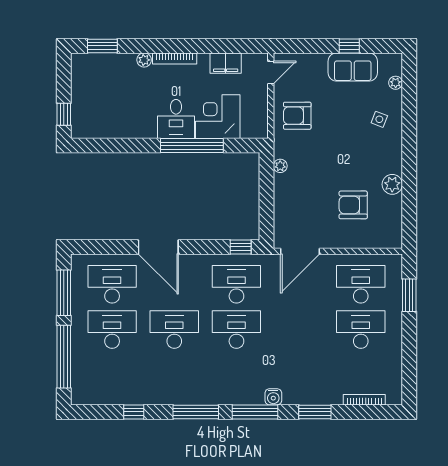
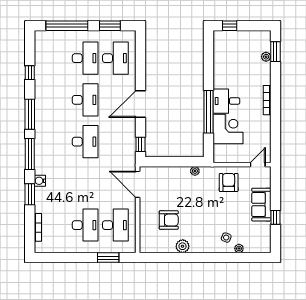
plant: (144, 60) -> (266, 57), moved
filing cabinet: (226, 63) -> (264, 134), removed
sofa: (353, 67) -> (261, 205), moved
door: (271, 72) -> (258, 165), swing flipped
plant: (396, 83) -> (239, 248), moved
armchair: (353, 205) -> (169, 220), turned 90
door: (158, 247) -> (140, 104), moved
desk: (236, 284) -> (115, 142), removed
window: (64, 293) -> (110, 26), width x0.69
water cooler: (273, 397) -> (40, 181), moved

